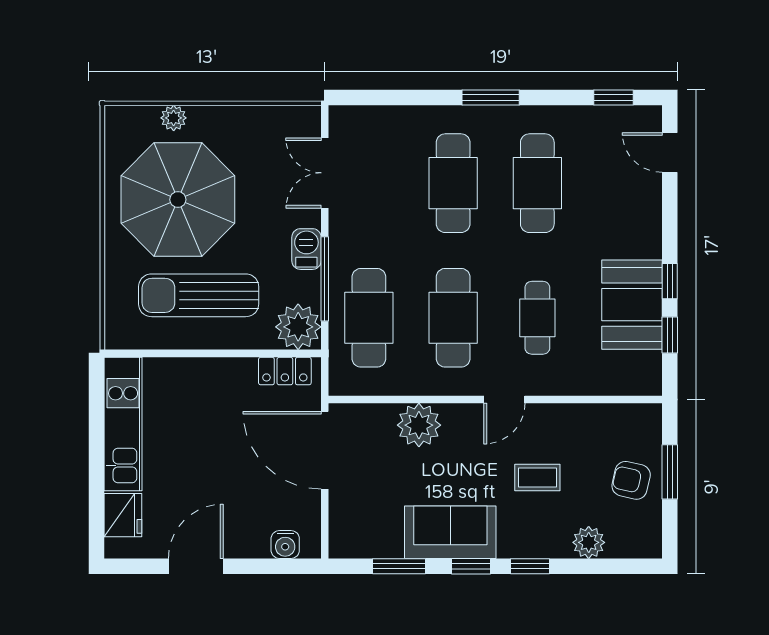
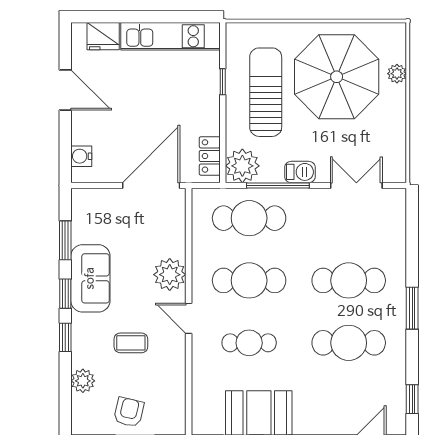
window: (184, 353) -> (223, 82), added
plant: (419, 425) -> (170, 275), moved
coffee table: (537, 477) -> (131, 343), turned 90

